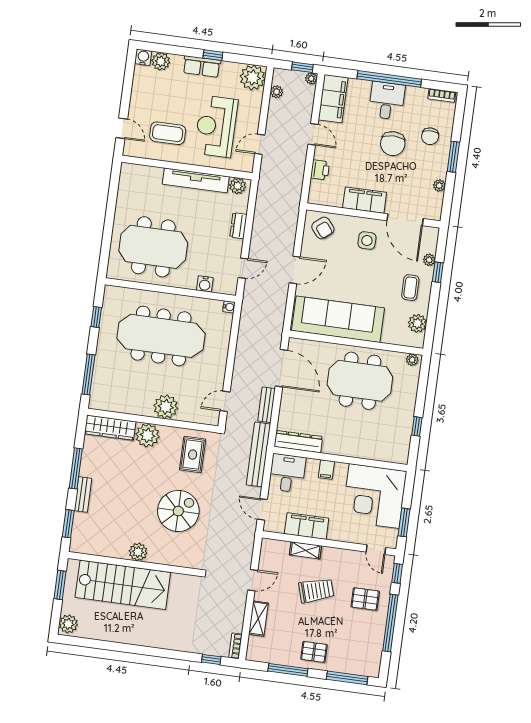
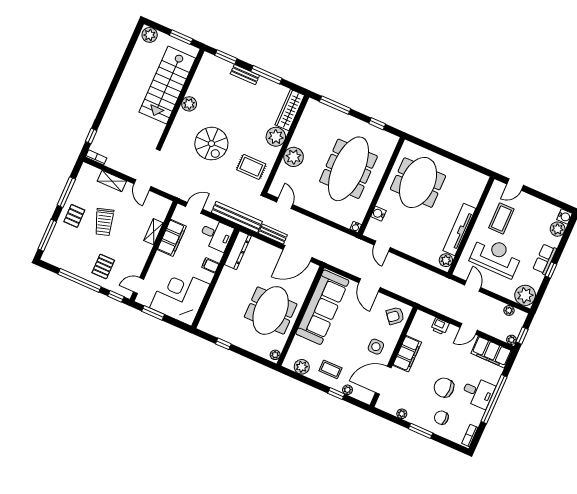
dresser: (238, 226) -> (415, 252), removed
trolley: (316, 590) -> (104, 222), moved

